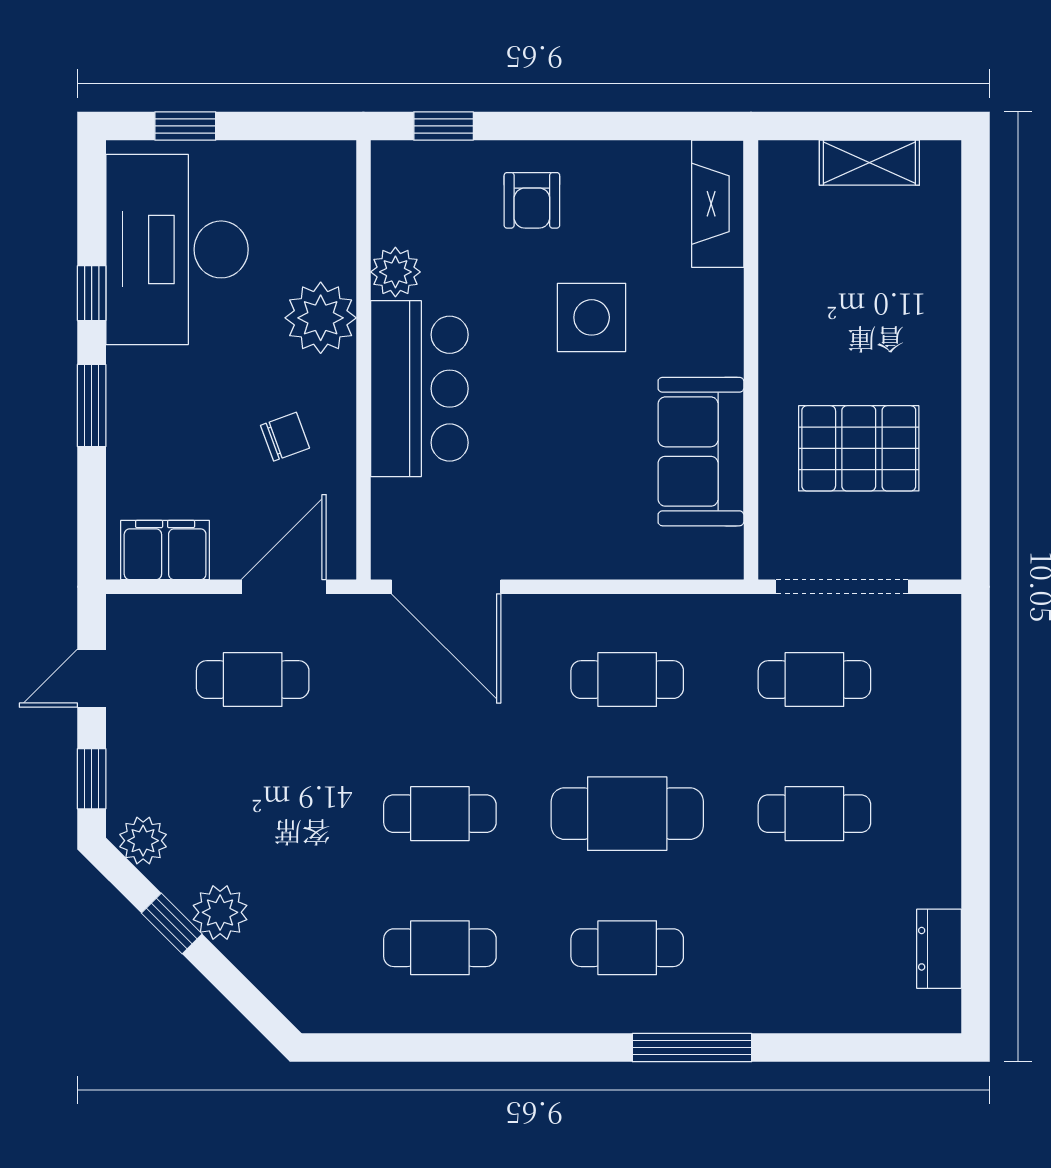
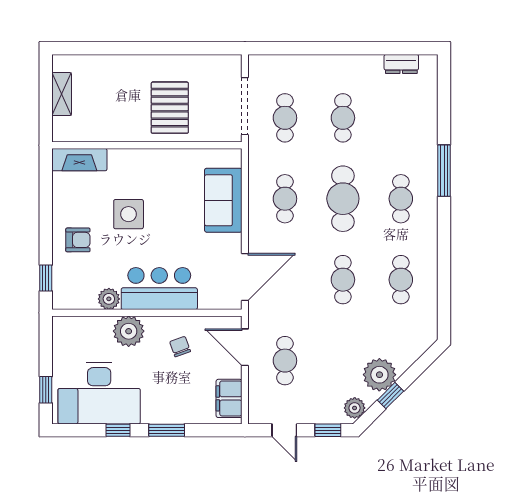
pallet: (859, 448) -> (170, 108), moved
sofa: (701, 452) -> (223, 200), moved, turned 90
plant: (220, 912) -> (379, 375), width x1.36, depth x1.36

